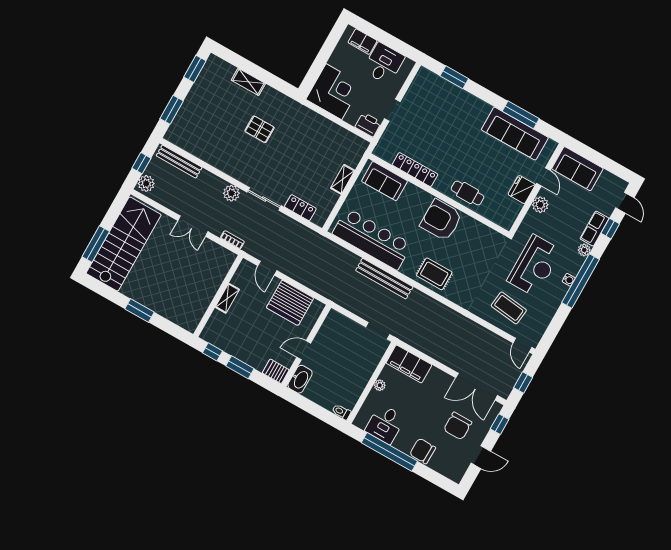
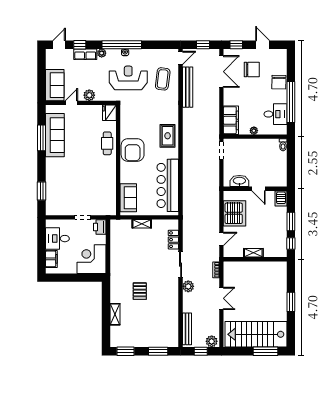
locker: (415, 170) -> (111, 183), removed
fridge: (522, 190) -> (109, 113), moved, turned 90
bench: (384, 279) -> (188, 87), moved
washbasin: (300, 379) -> (239, 181), moved

